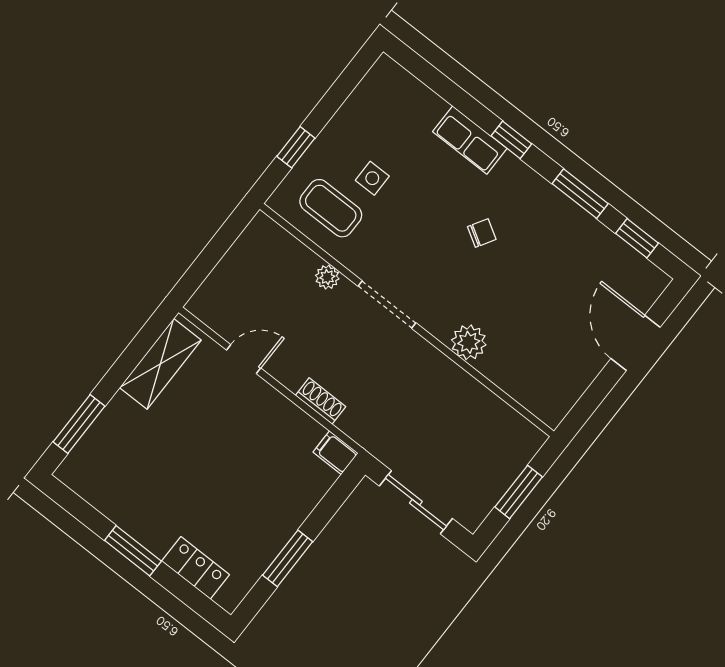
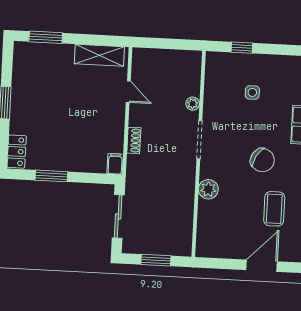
coffee table: (331, 208) -> (274, 209), moved
chair: (482, 233) -> (262, 160), width x1.87, depth x1.87
locker: (195, 568) -> (17, 152), moved

